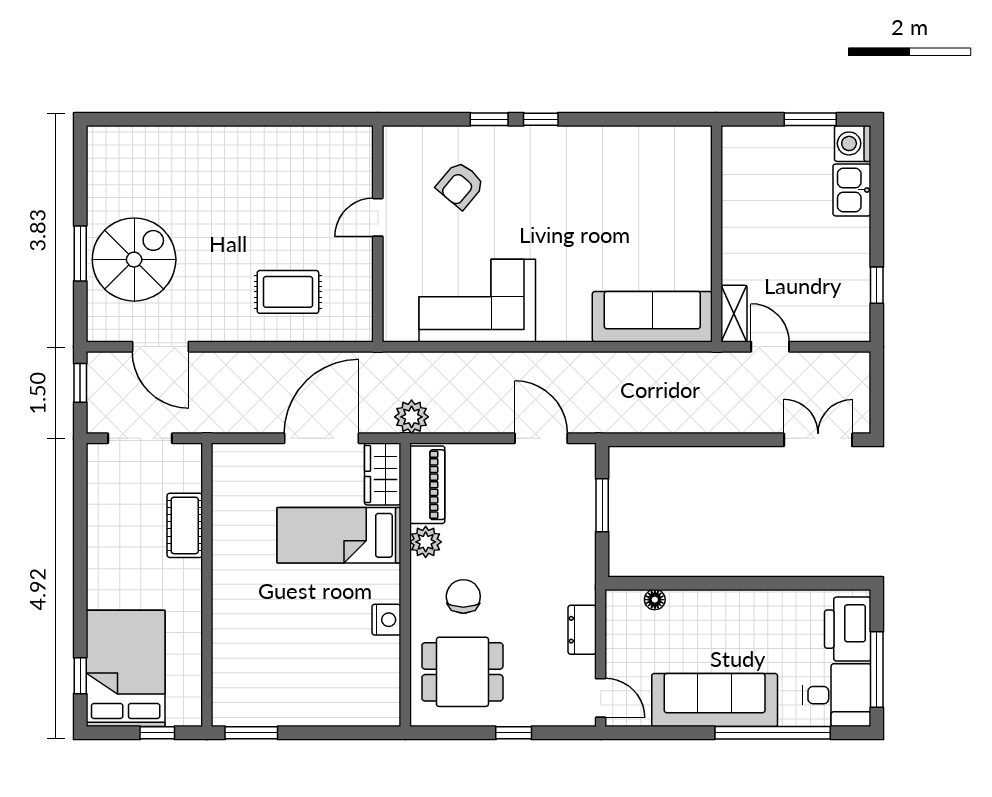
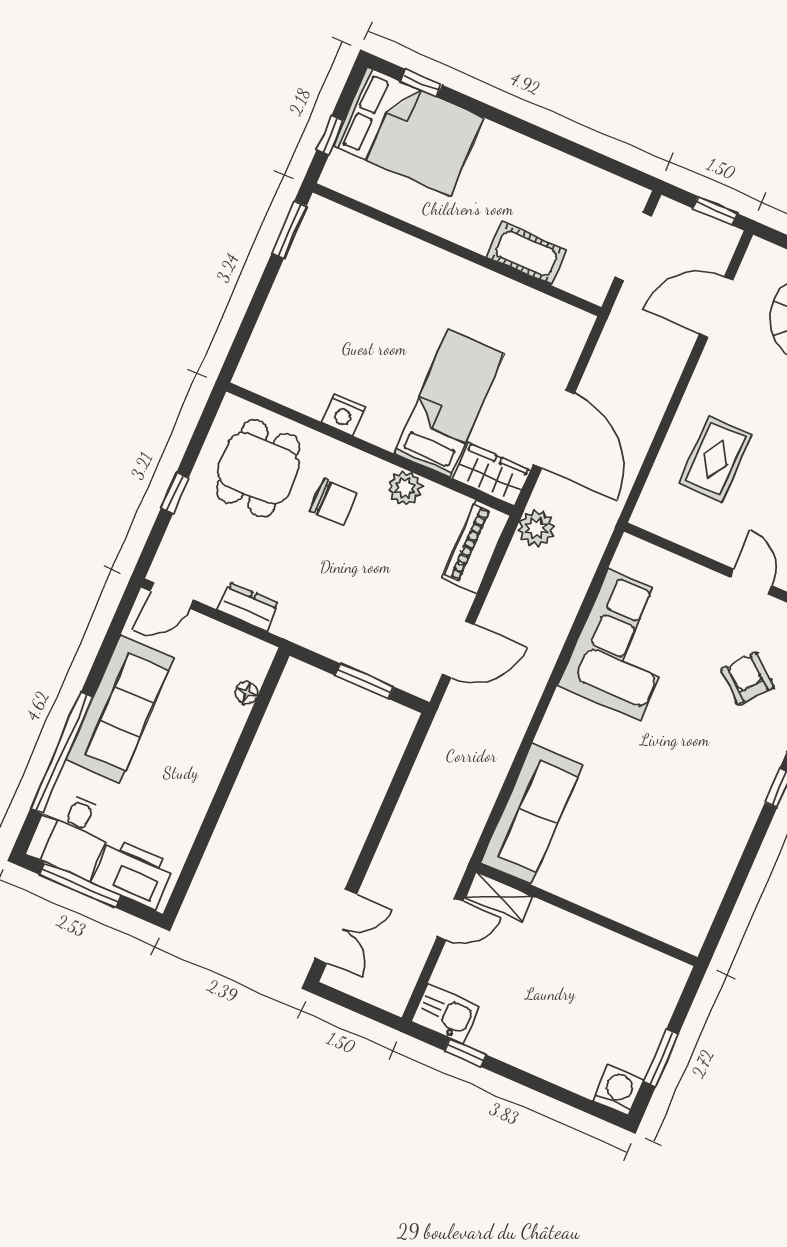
kitchen sink: (852, 190) -> (445, 1014), moved
piano: (427, 485) -> (476, 547), moved, turned 90

